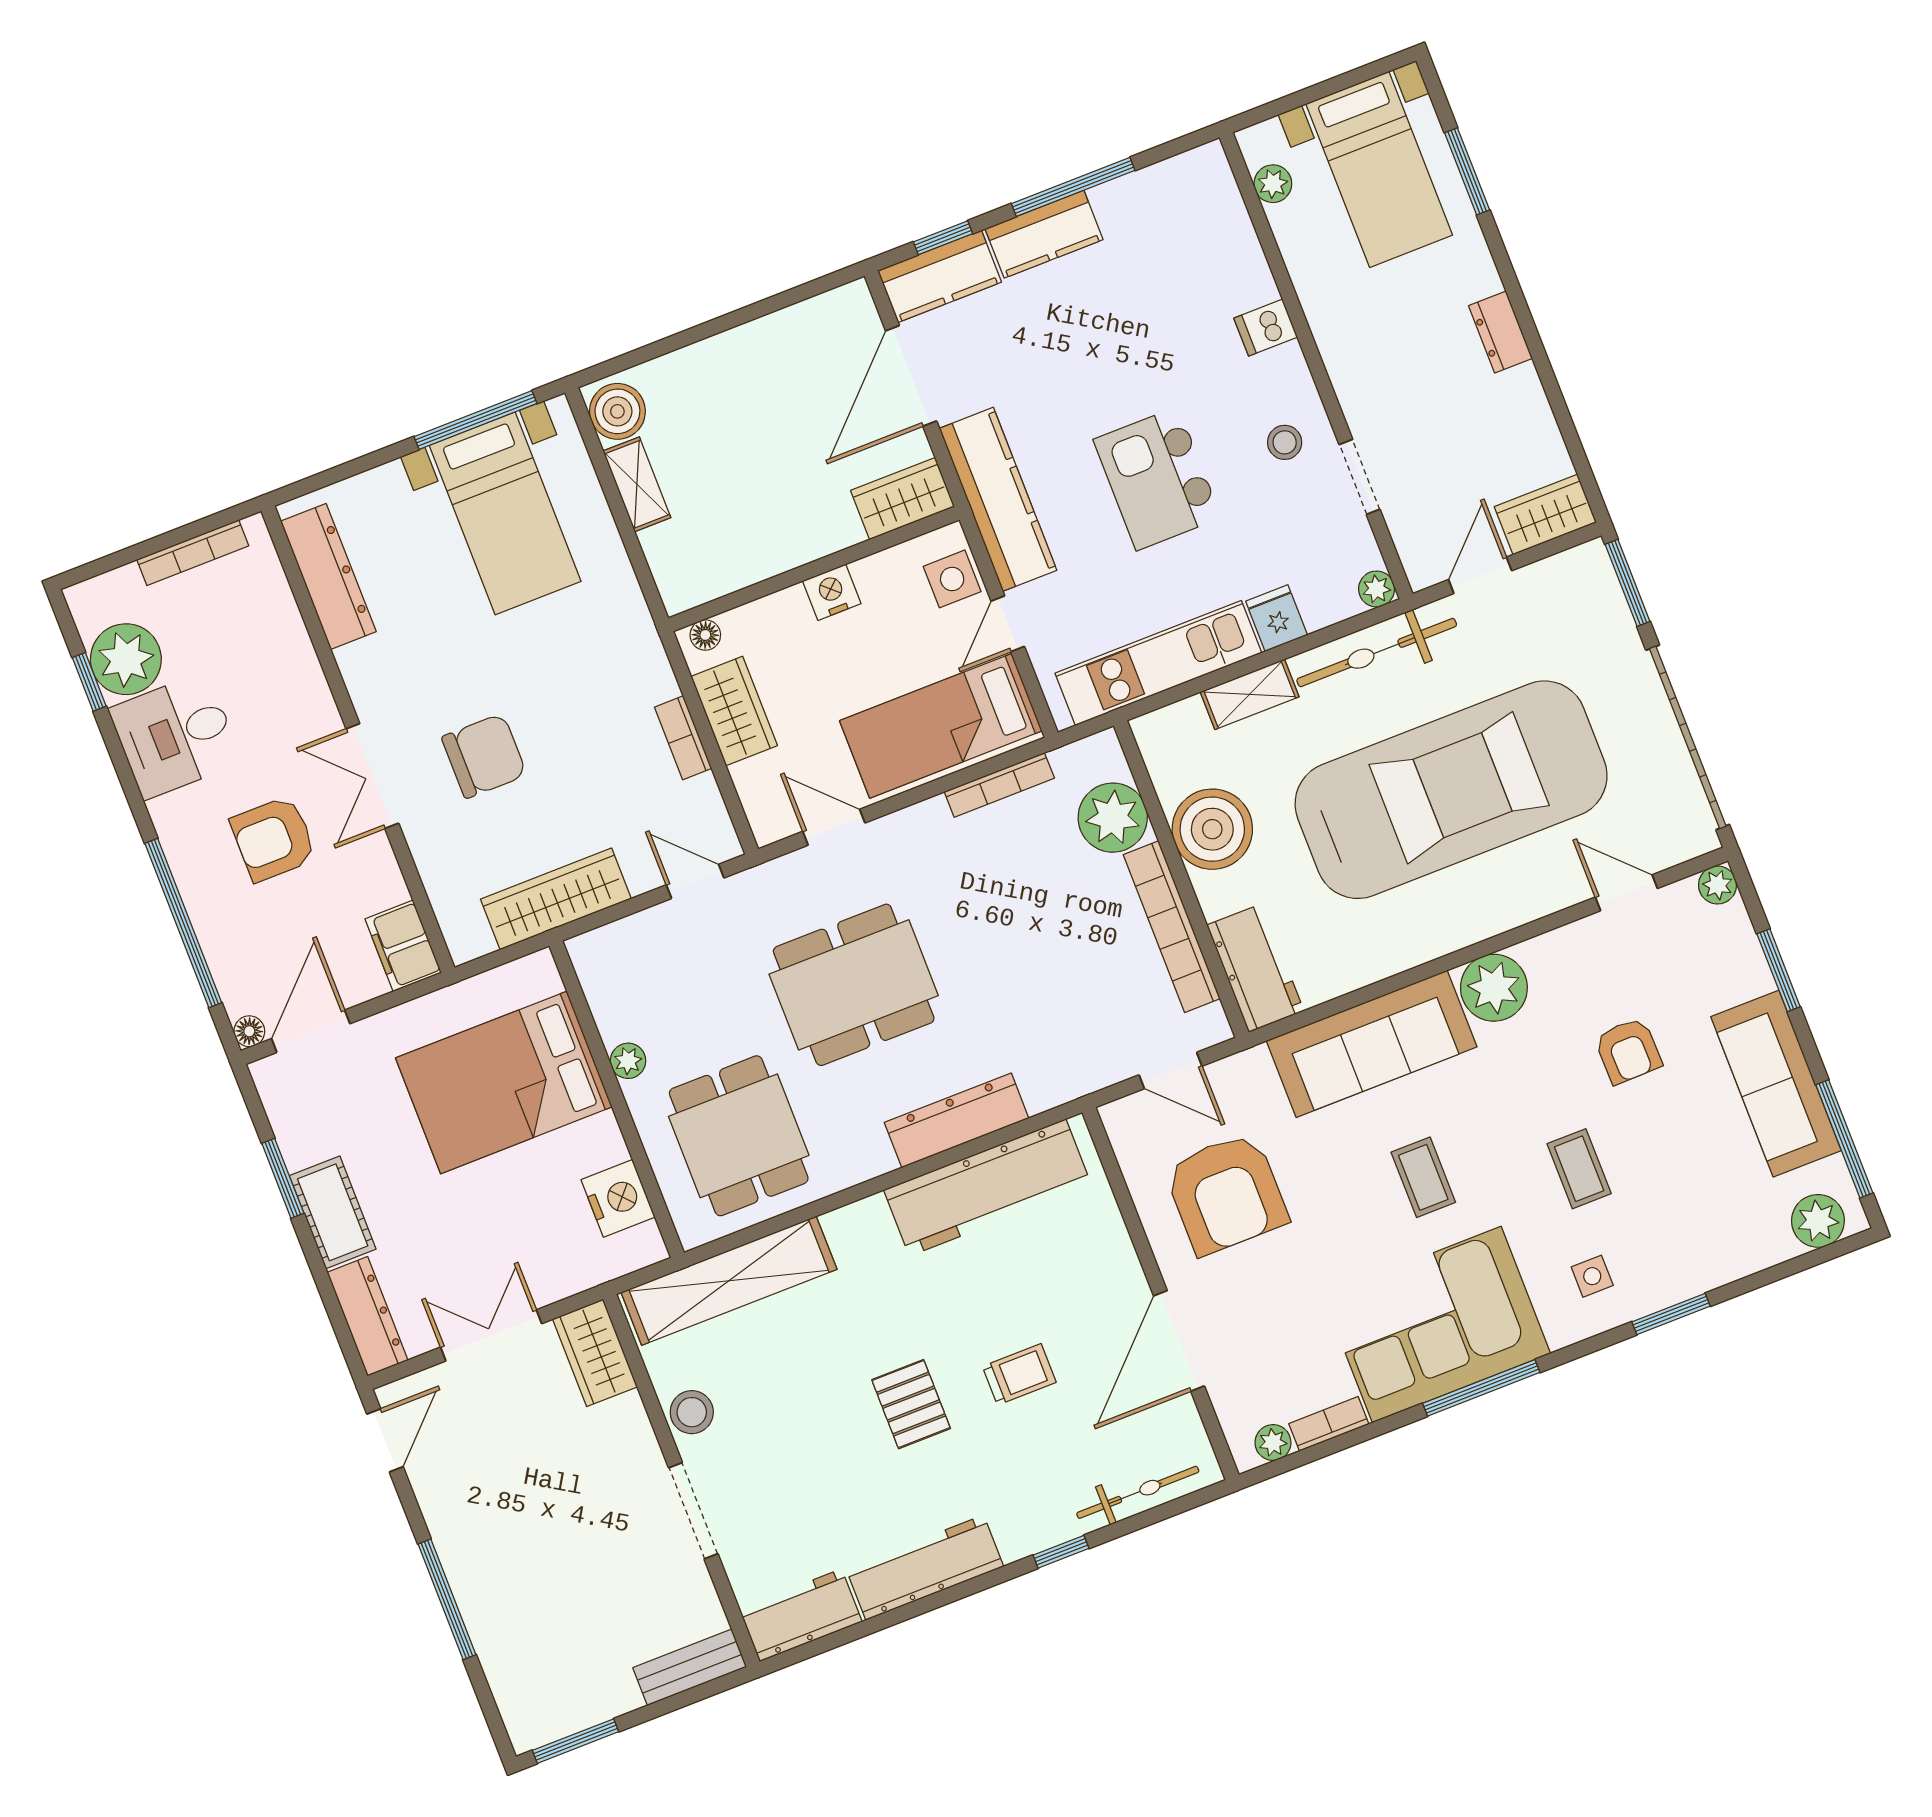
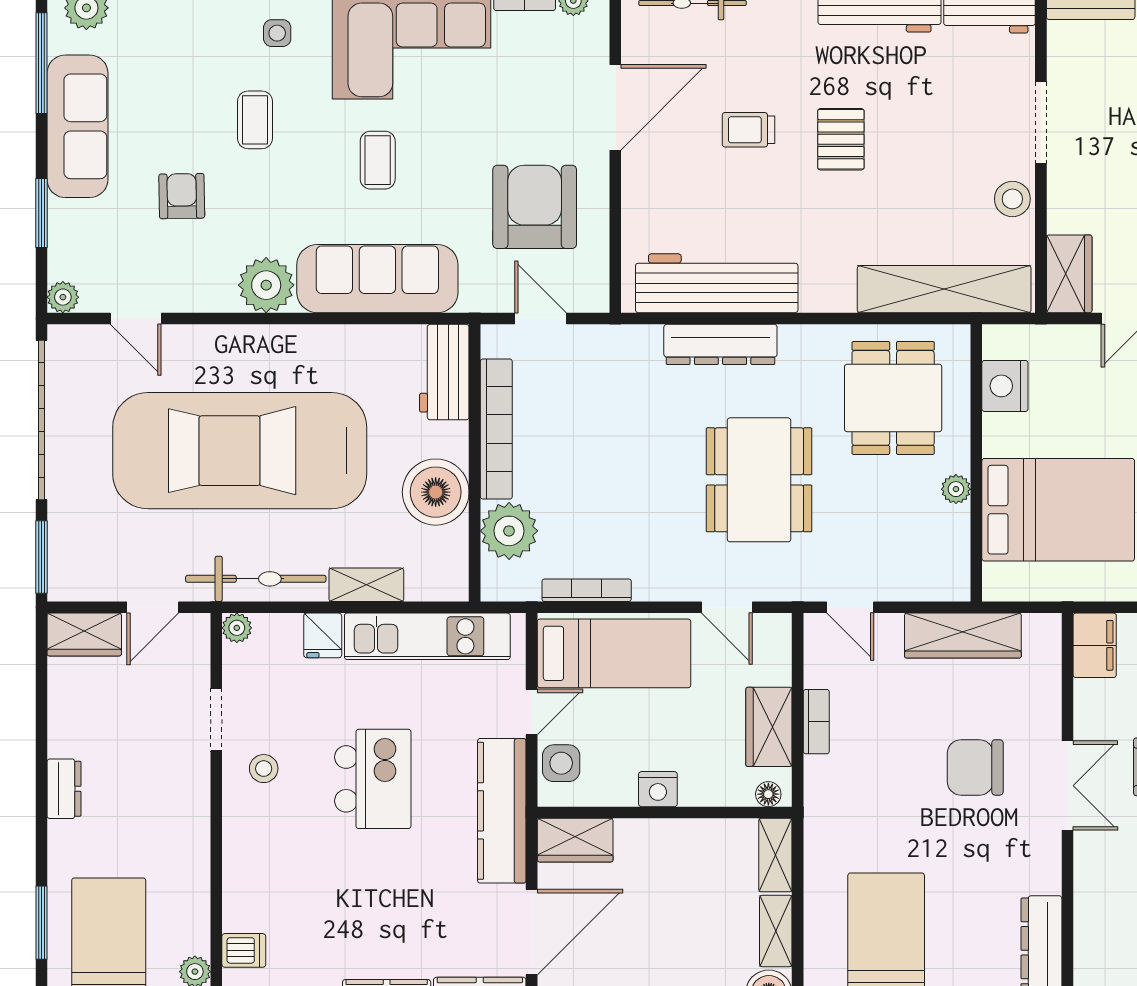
dishwasher: (1266, 328) -> (244, 950), moved
shelving: (671, 570) -> (775, 855), added
dining table: (854, 985) -> (759, 480), turned 90

